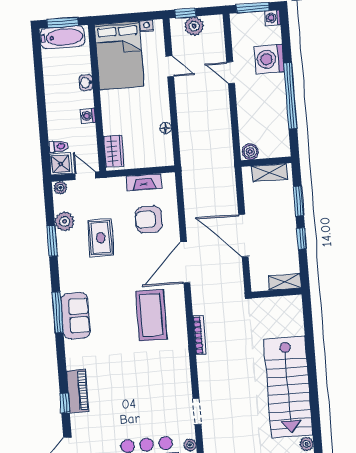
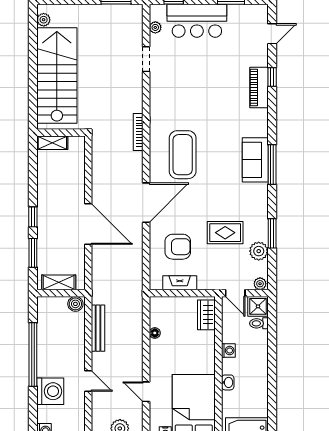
bench: (225, 128) -> (98, 328), added
rug: (101, 238) -> (225, 233), turned 90
shelving: (285, 282) -> (52, 143), moved
wall: (276, 293) -> (61, 133), moved

